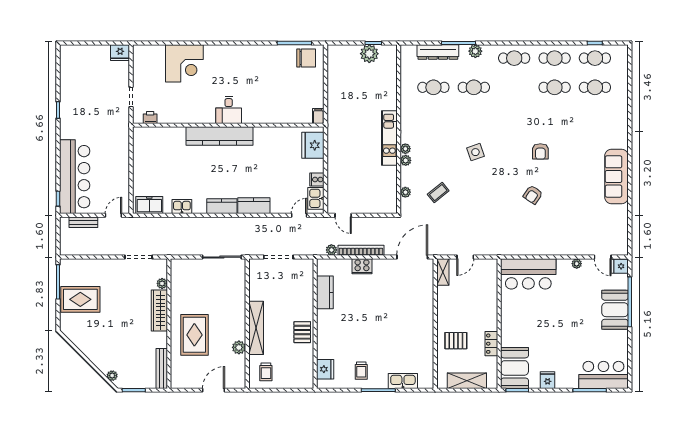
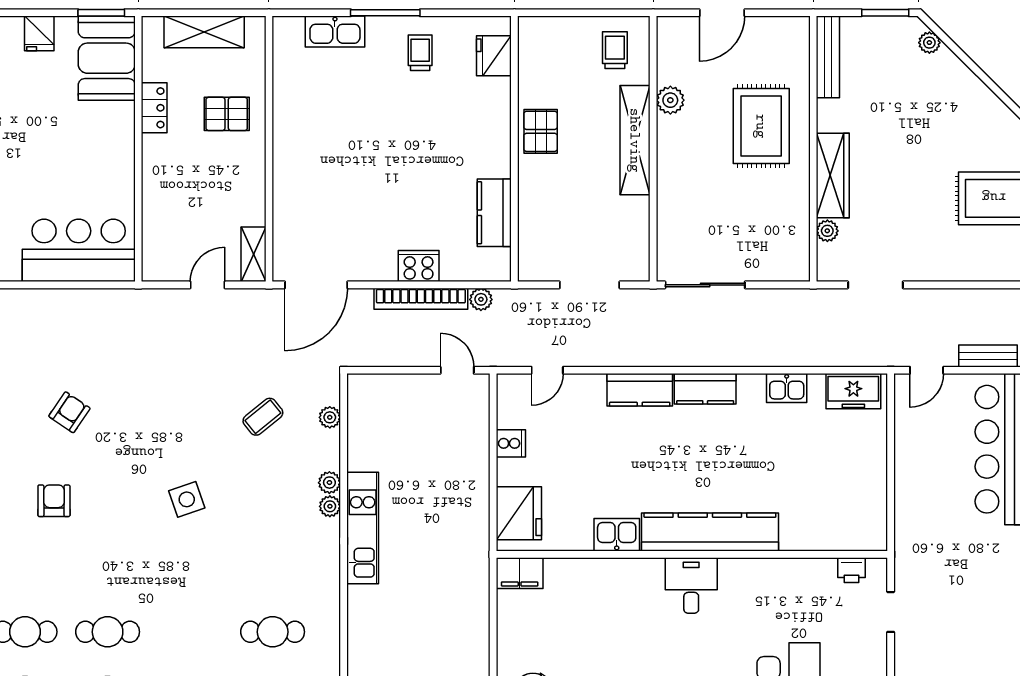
cafe table: (474, 87) -> (108, 632), moved
filing cabinet: (318, 116) -> (520, 573), width x2.00
kitchen sink: (316, 198) -> (617, 535), moved, turned -90

